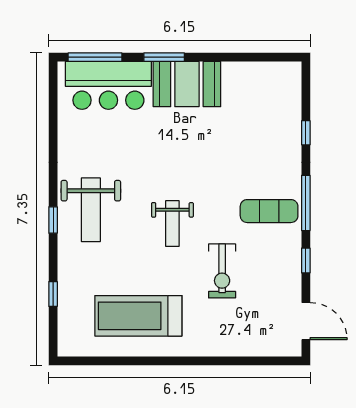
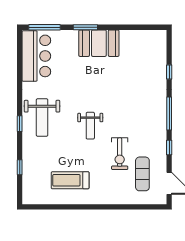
bar counter: (108, 85) -> (36, 56), moved, turned -90
exercise mat: (269, 211) -> (142, 174), moved, turned 90
treadmill: (138, 316) -> (70, 180), width x0.73, depth x0.73

